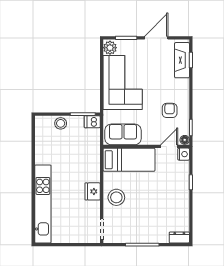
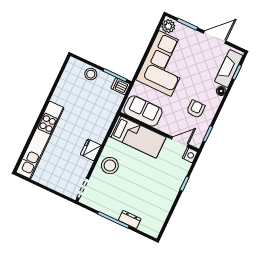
floor lamp: (185, 140) -> (221, 91), moved
dresser: (179, 237) -> (130, 220), moved

